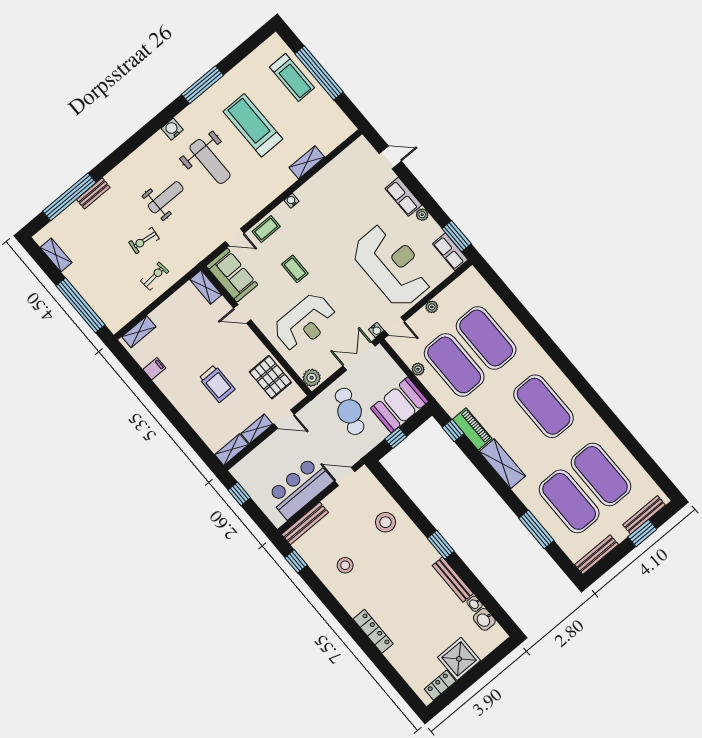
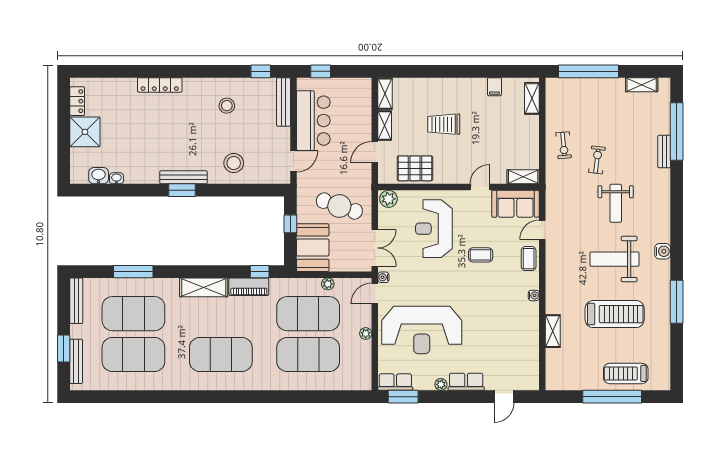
window: (239, 494) -> (321, 71), moved
bench: (453, 580) -> (184, 177), moved

